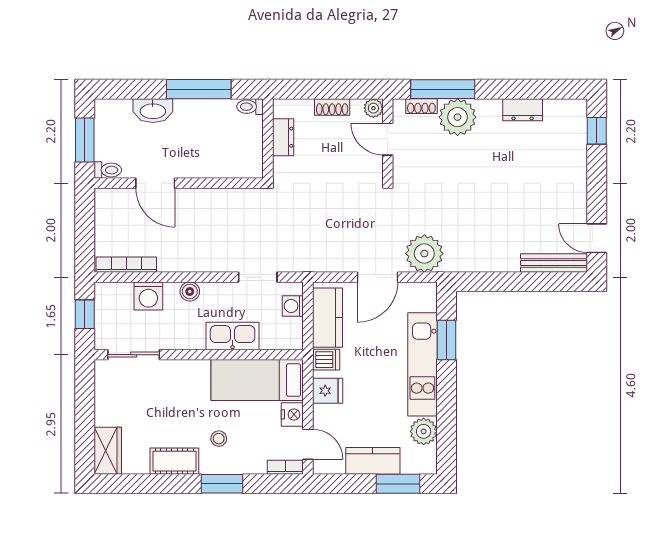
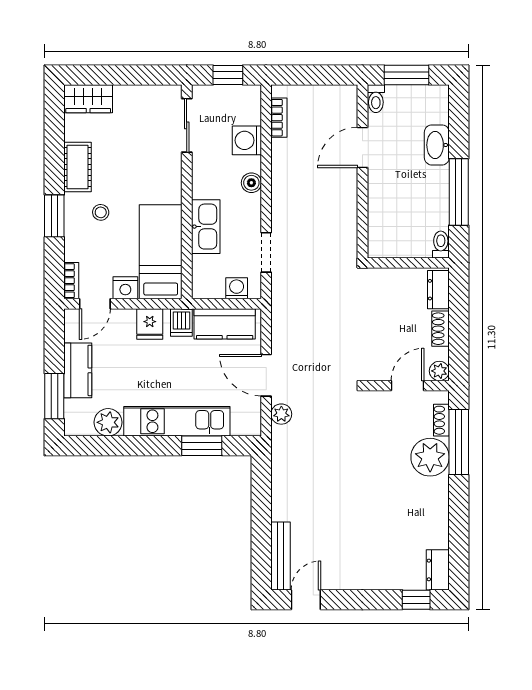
dresser: (523, 110) -> (438, 570), moved
dresser: (283, 137) -> (438, 290), moved, turned 90
plant: (424, 254) -> (281, 414), width x0.53, depth x0.53
bookcase: (126, 265) -> (279, 118), width x0.64

